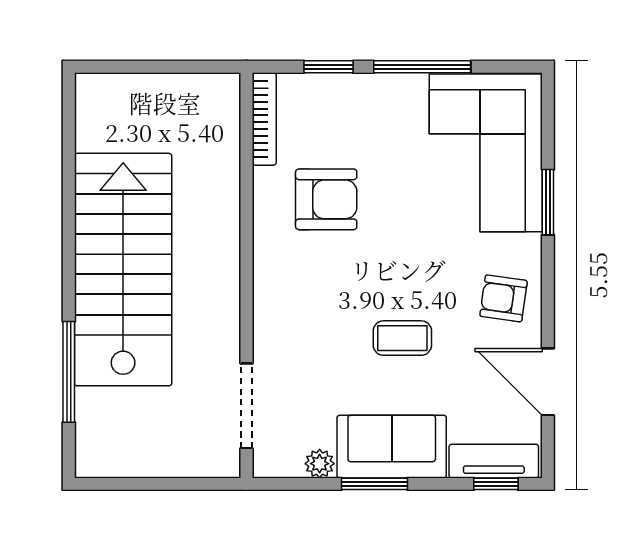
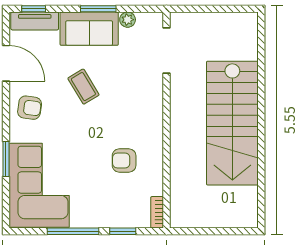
bookcase: (264, 119) -> (157, 212), width x0.64
armchair: (326, 199) -> (124, 160), width x0.72, depth x0.72
coffee table: (402, 338) -> (83, 87), turned 59
window: (69, 372) -> (261, 69), removed

